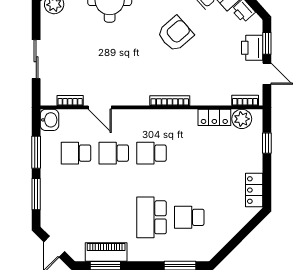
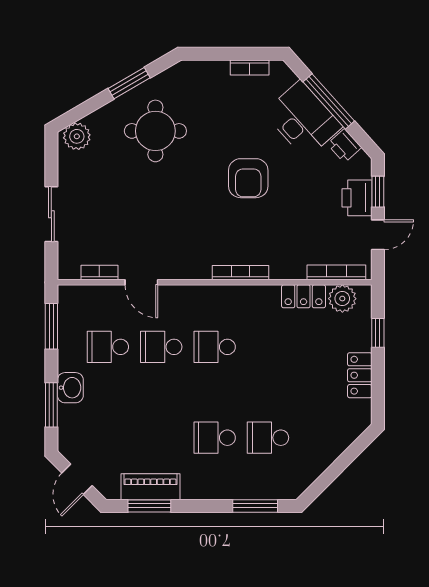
armchair: (175, 34) -> (248, 178), turned 131
door: (267, 74) -> (378, 235), hinge flipped
bookcase: (245, 100) -> (336, 272), width x1.56
washbasin: (49, 120) -> (70, 388), moved
window: (36, 152) -> (51, 326), moved
locker: (254, 190) -> (360, 375), moved
school desk: (151, 217) -> (215, 438), width x0.54

